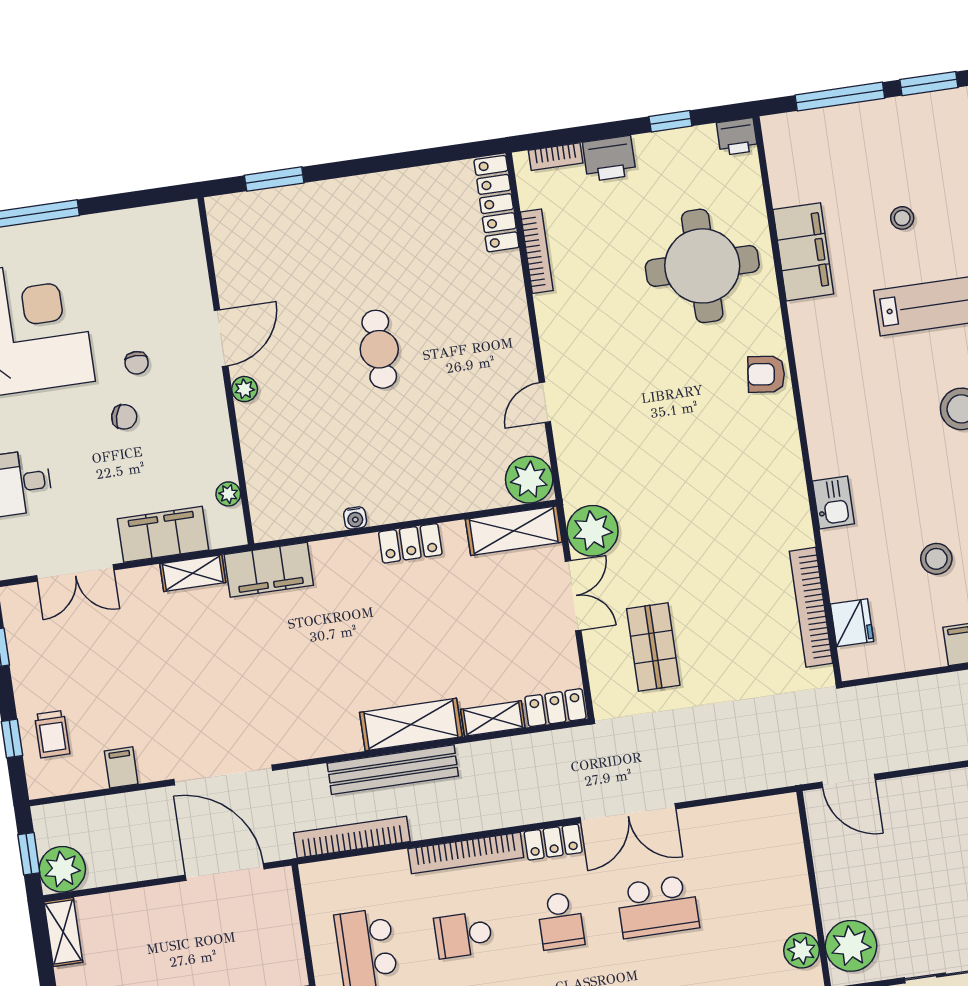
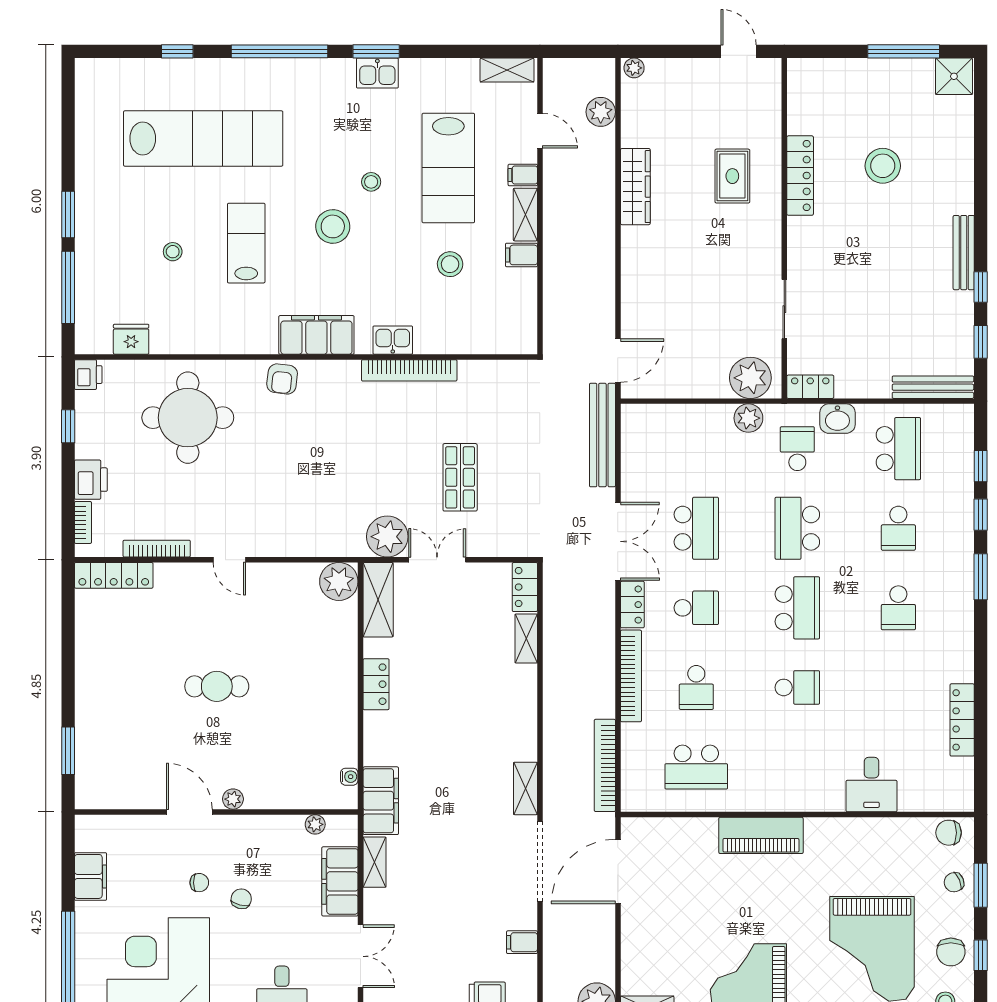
filing cabinet: (125, 229) -> (91, 876), added
filing cabinet: (803, 252) -> (316, 335), moved
door: (545, 402) -> (229, 560), moved
water cooler: (355, 518) -> (349, 777), moved
bookcase: (811, 607) -> (409, 370), moved
fridge: (852, 623) -> (131, 339), moved
shop shelf: (653, 647) -> (460, 477), moved, turned 90
shelving: (411, 725) -> (525, 788), moved, width x0.67, depth x0.75
bench: (393, 770) -> (602, 435), moved

